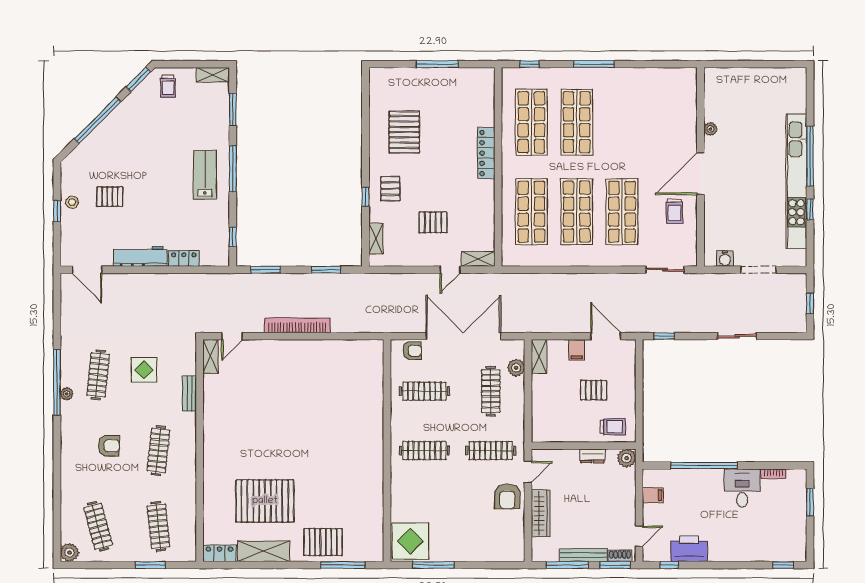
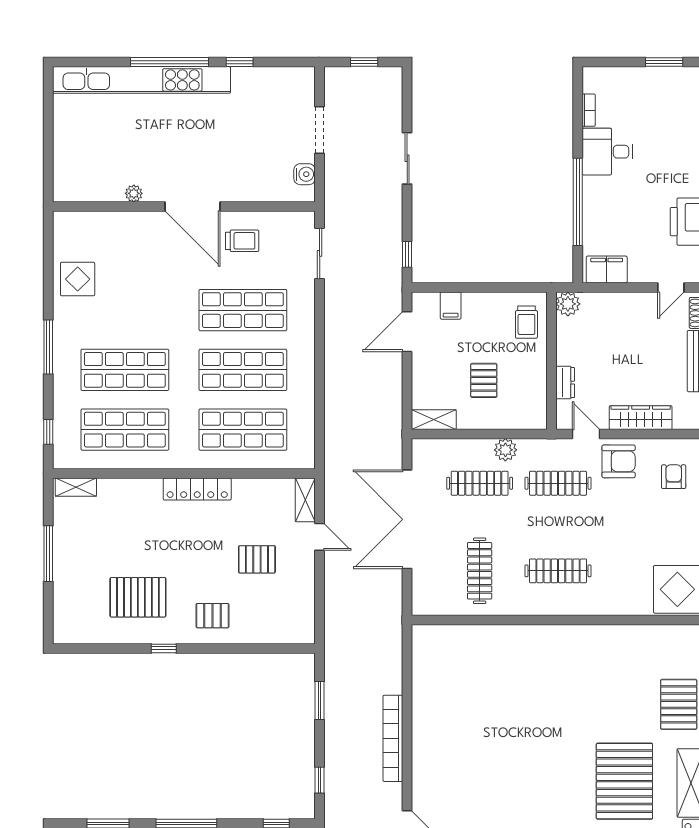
display table: (646, 86) -> (78, 279), added
locker: (486, 153) -> (197, 489), moved
kitchen unit: (796, 181) -> (141, 80), moved
window: (365, 197) -> (164, 648), moved
pallet: (433, 222) -> (257, 559), turned 90
shelving: (376, 239) -> (76, 487), moved
window: (266, 270) -> (320, 780), width x0.67
filing cabinet: (577, 350) -> (451, 306), moved, turned 90
armchair: (412, 351) -> (674, 477), moved
plant: (516, 368) -> (505, 450), moved
pallet: (594, 390) -> (484, 380), moved
trolley: (613, 427) -> (526, 322), turned 180
clothes rail: (424, 451) -> (558, 571), turned 90
clothes rail: (491, 451) -> (558, 483), turned 90
dresser: (592, 456) -> (565, 383), moved
filing cabinet: (653, 495) -> (607, 270), width x2.00
window: (810, 502) -> (664, 62), moved
door: (639, 536) -> (671, 287), swing flipped

